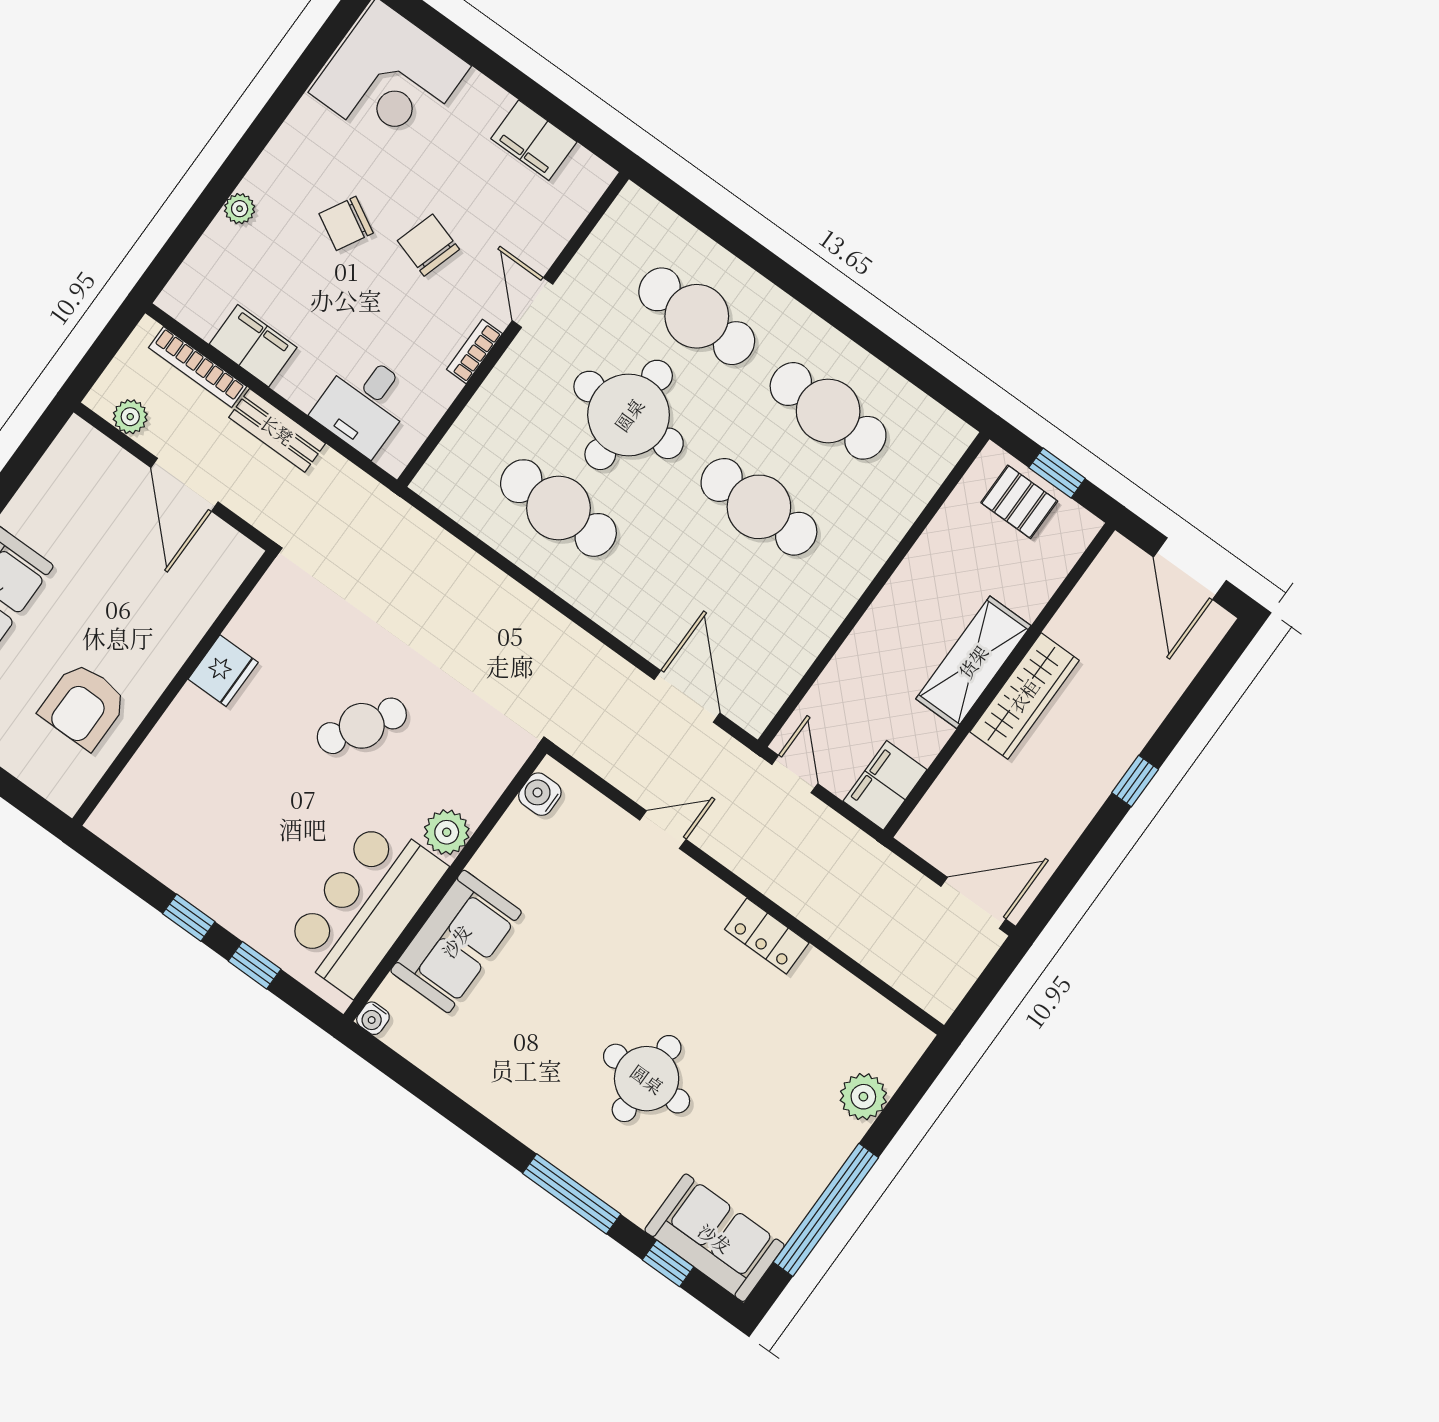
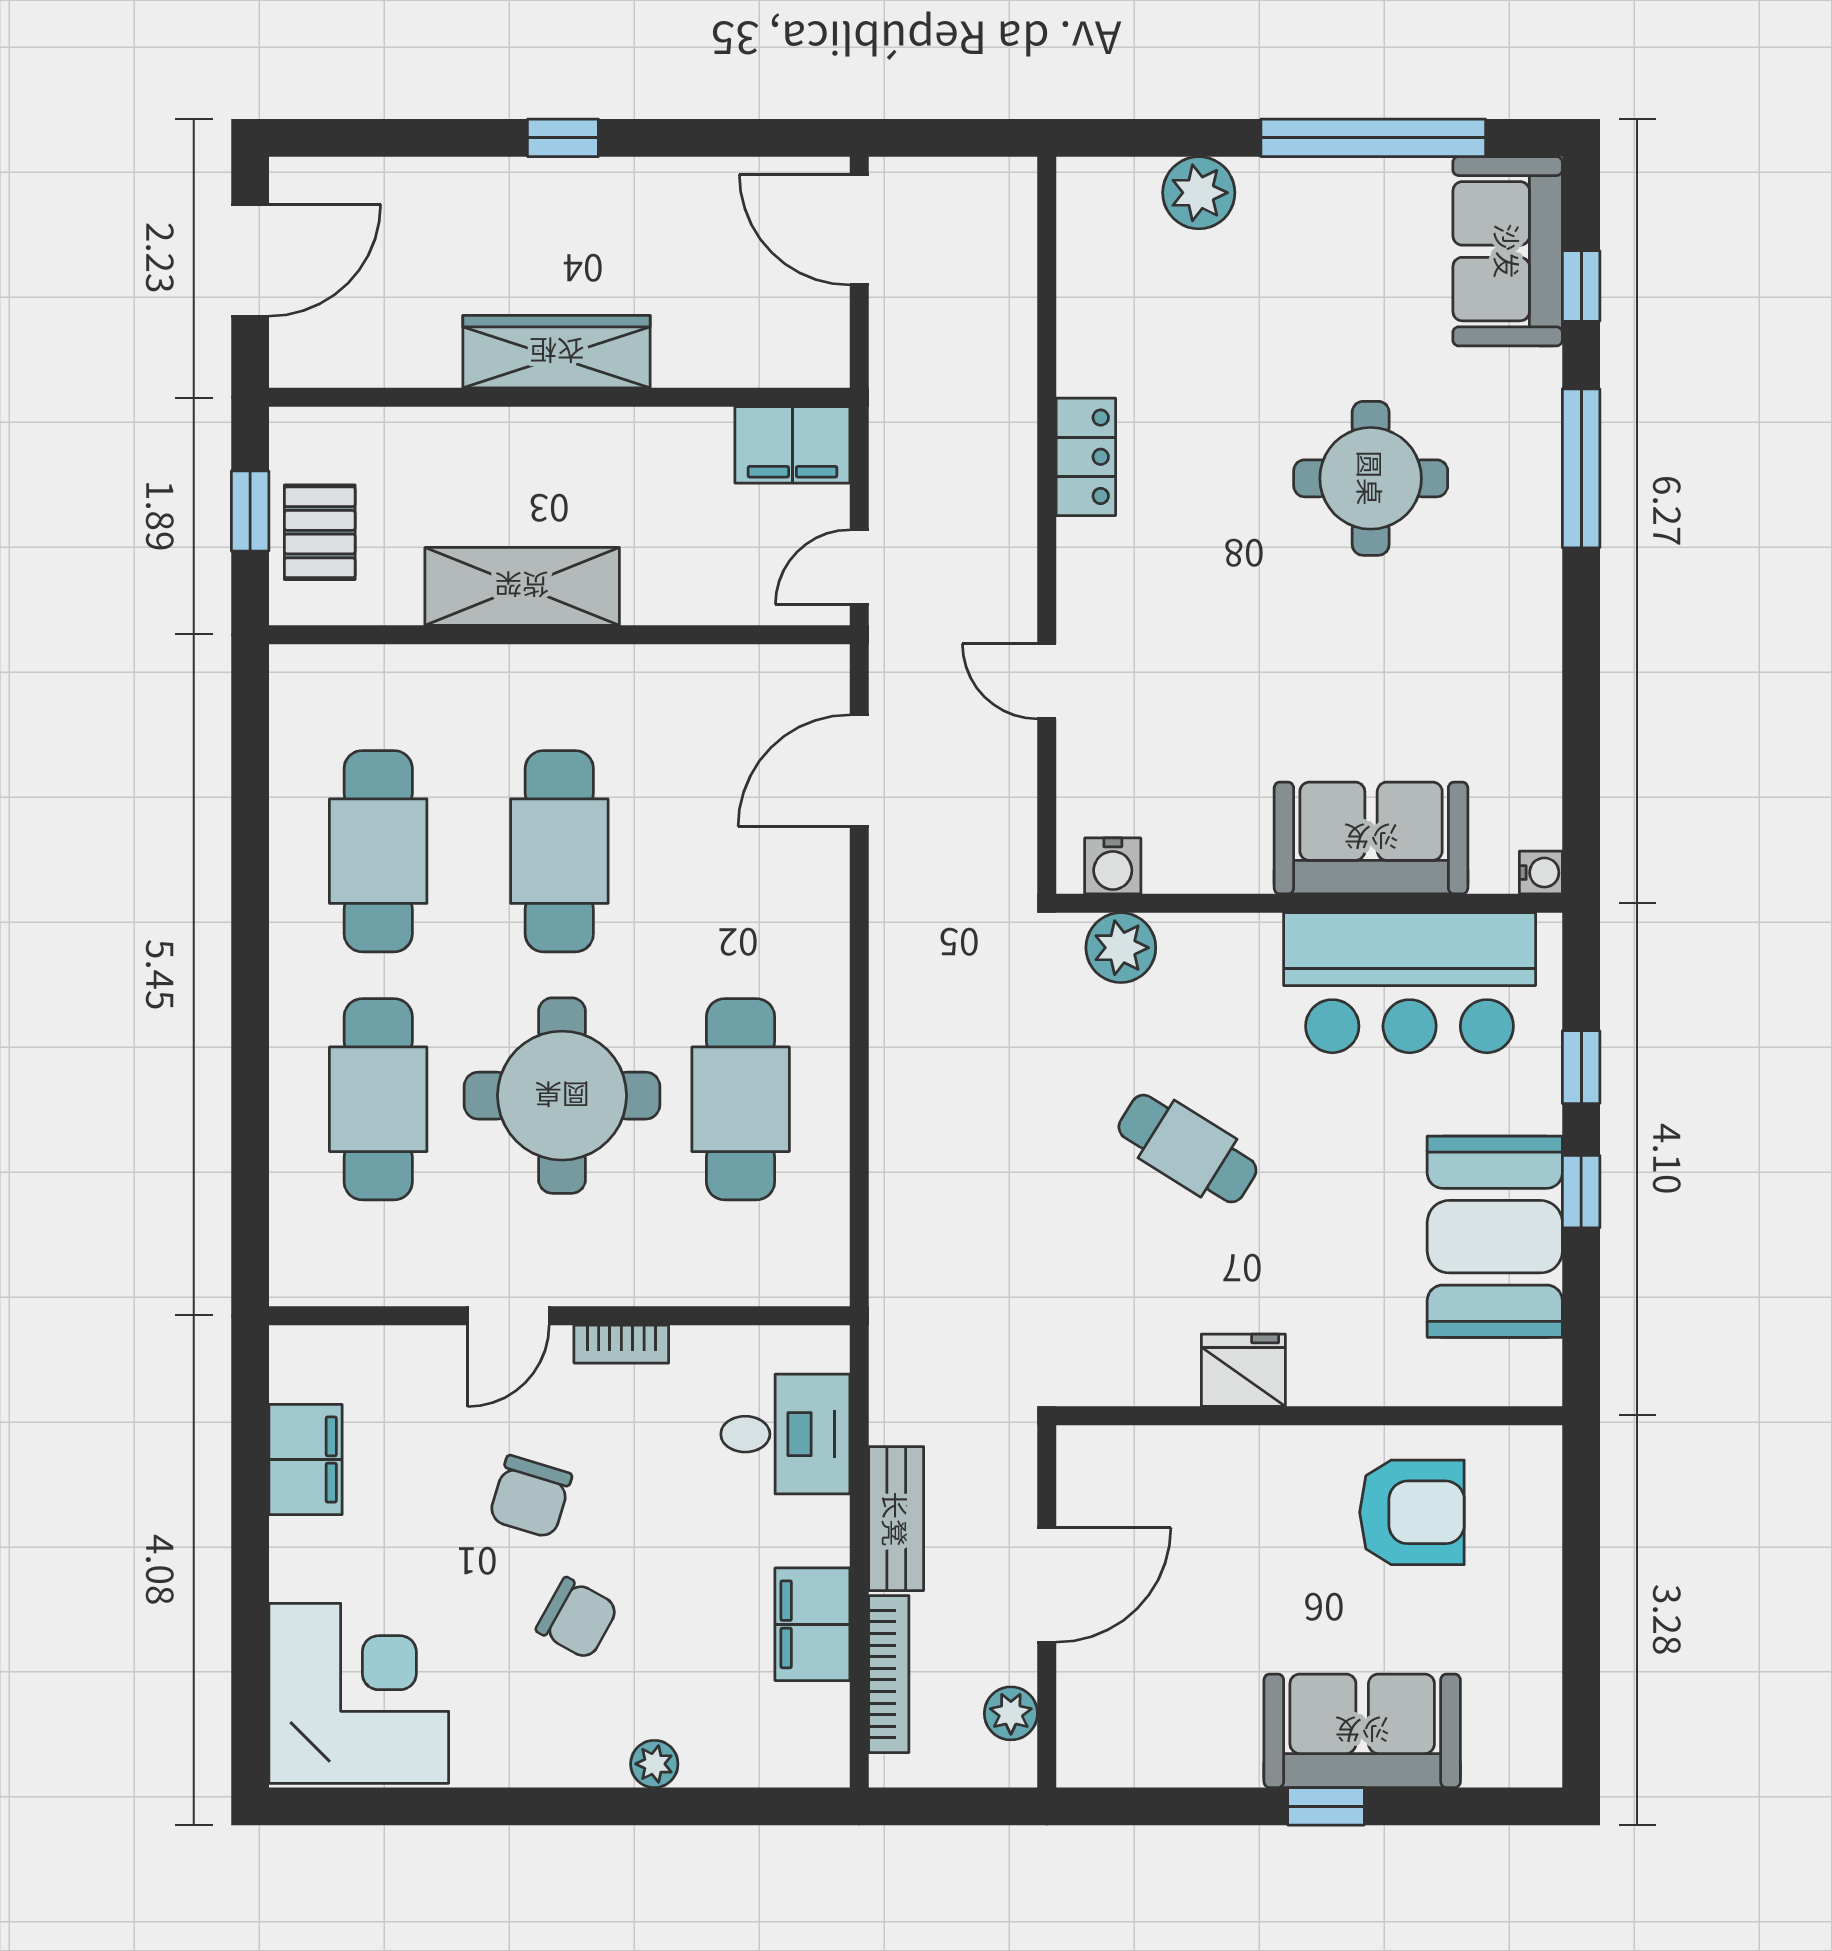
shelving: (973, 662) -> (522, 586), moved
plant: (447, 832) -> (1121, 948), moved
booth: (198, 855) -> (1495, 1237), added

